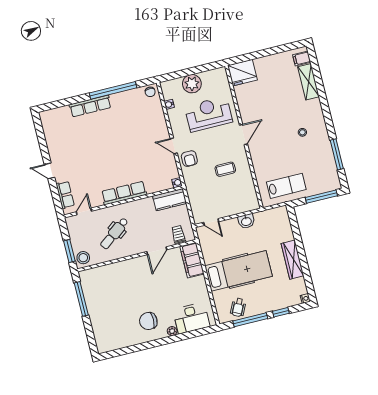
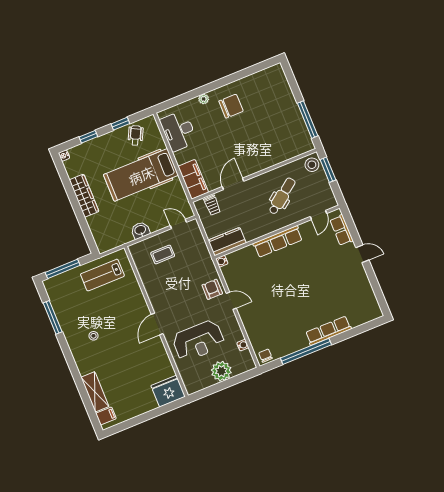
coffee table: (225, 169) -> (163, 254), moved
desk: (191, 318) -> (179, 131), moved, turned -90
window: (250, 320) -> (120, 124), width x0.46

